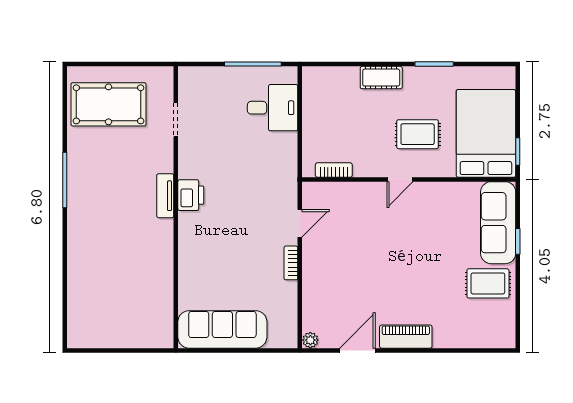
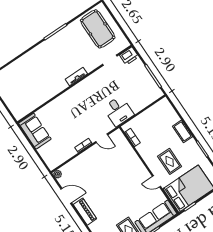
desk: (273, 108) -> (118, 111), moved
door: (400, 179) -> (157, 181), moved
printer: (191, 195) -> (129, 56), moved
sofa: (222, 329) -> (35, 131), width x0.73

